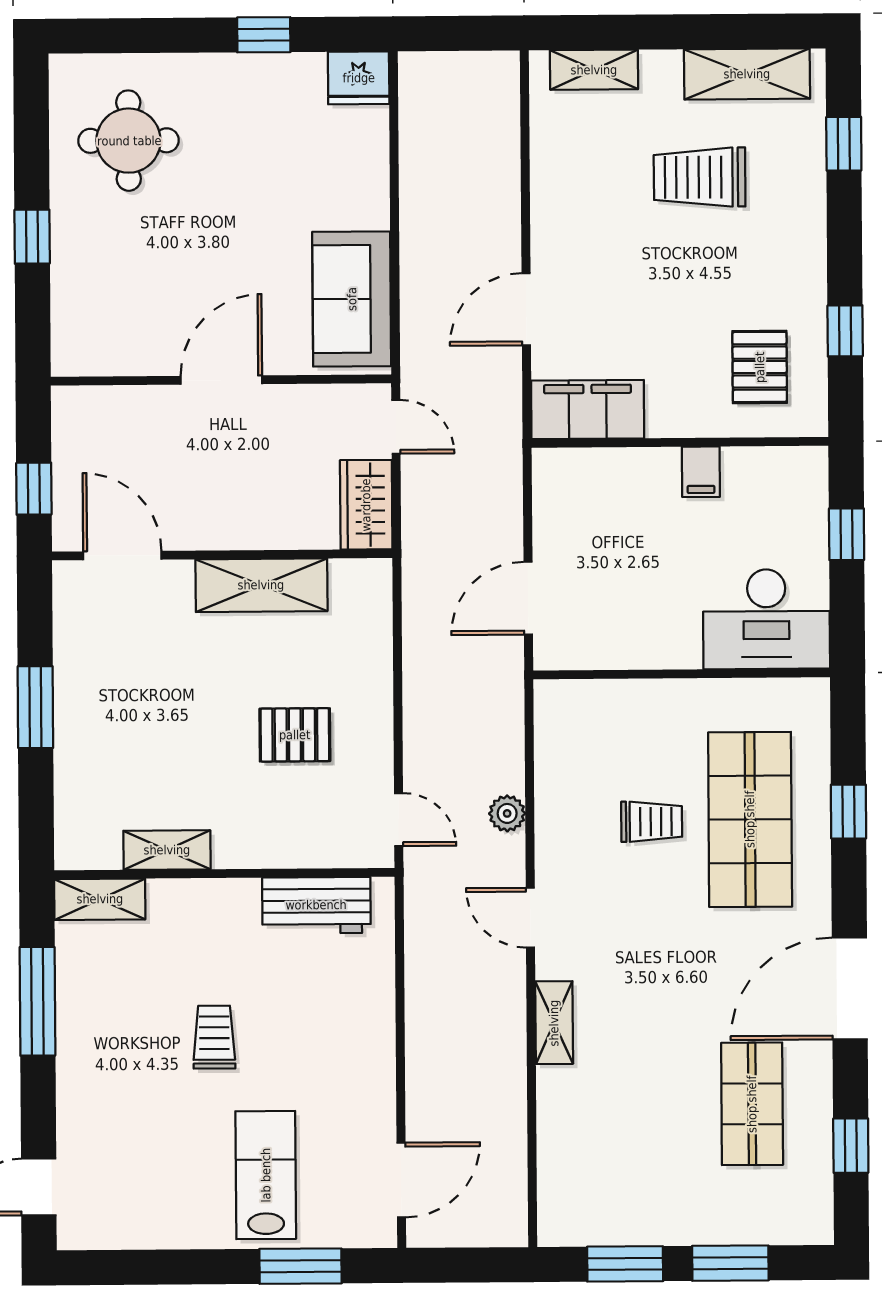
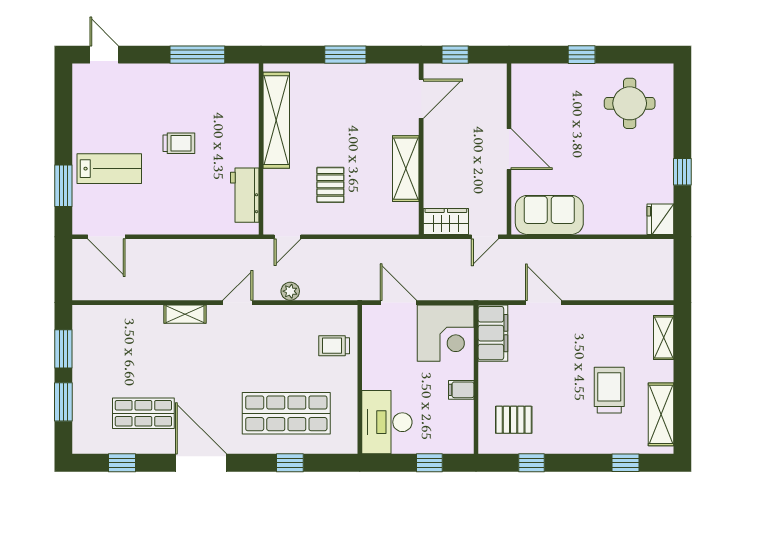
corner desk: (588, 504) -> (446, 333), added
trolley: (652, 822) -> (334, 346), moved, turned 90
shelving: (167, 850) -> (276, 120), width x2.20, depth x1.33
shelving: (100, 899) -> (248, 86), removed

